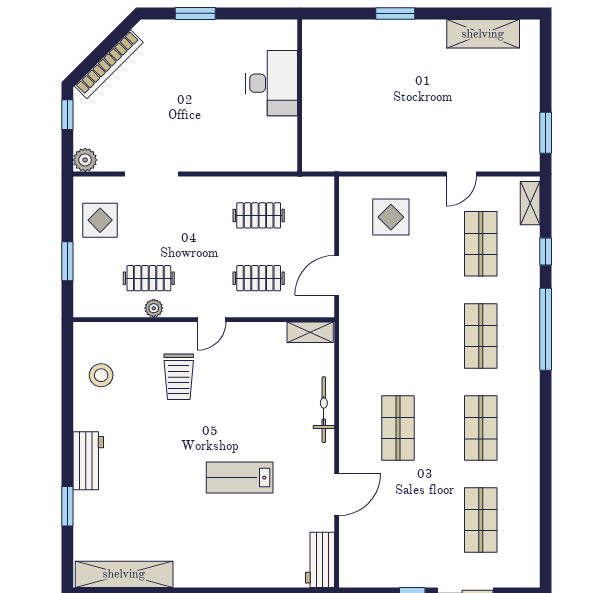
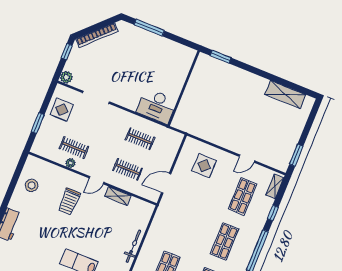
window: (195, 13) -> (149, 28), width x1.44
window: (395, 13) -> (221, 57), moved
desk: (272, 83) -> (157, 106), moved, turned 90
shelving: (310, 332) -> (118, 196), moved

